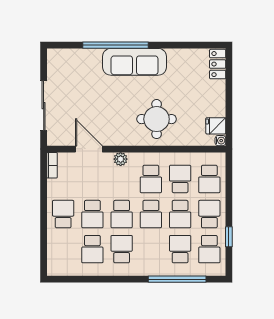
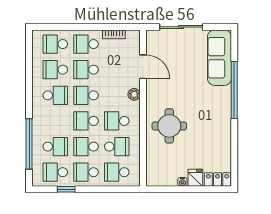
sofa: (135, 62) -> (219, 58), moved
fridge: (216, 126) -> (195, 178), moved
water cooler: (220, 141) -> (182, 182), moved
door: (89, 149) -> (143, 67), hinge flipped
bookcase: (52, 165) -> (114, 34), moved
school desk: (63, 214) -> (86, 44), turned 180
school desk: (209, 214) -> (86, 172), turned 180
school desk: (63, 249) -> (55, 44), added

